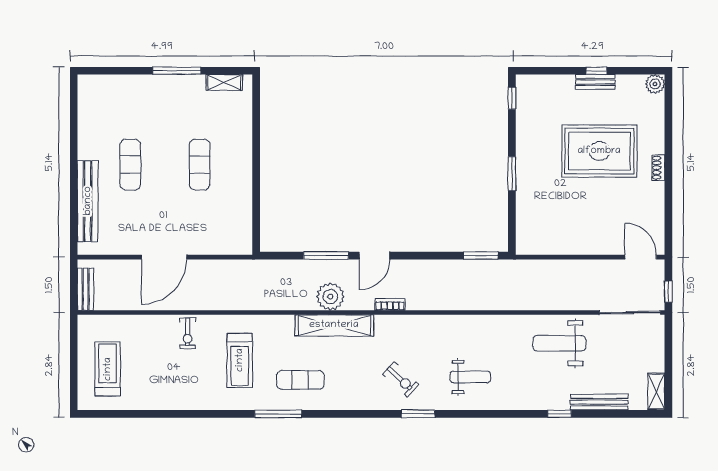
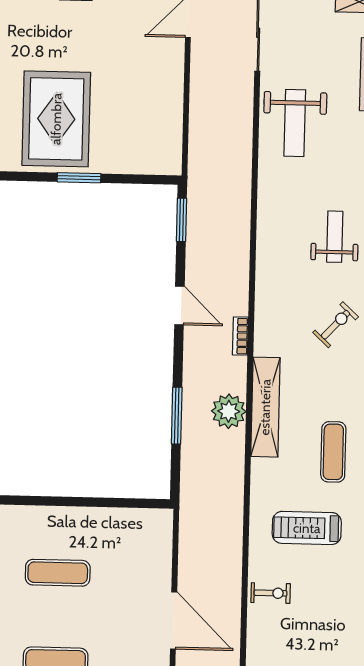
rug: (599, 151) -> (56, 119), moved
door: (374, 256) -> (179, 305), moved
treadmill: (240, 360) -> (307, 528), turned 180

